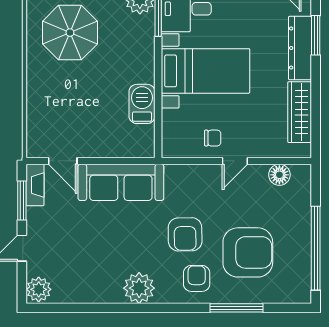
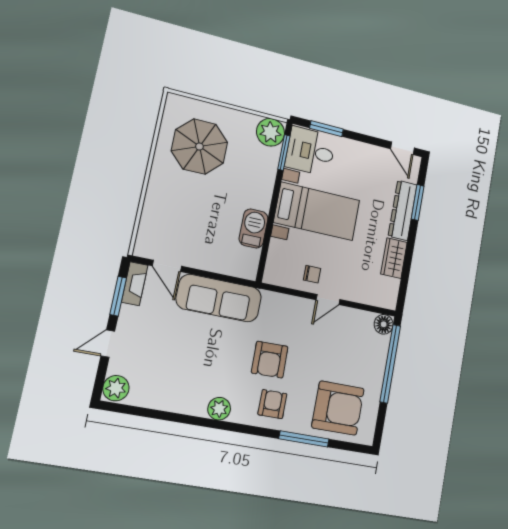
wardrobe: (300, 112) -> (394, 258), width x0.67
floor lamp: (279, 175) -> (384, 324), moved
window: (316, 248) -> (390, 364), moved
armchair: (248, 252) -> (338, 408), moved
plant: (139, 288) -> (219, 409), width x0.73, depth x0.73

